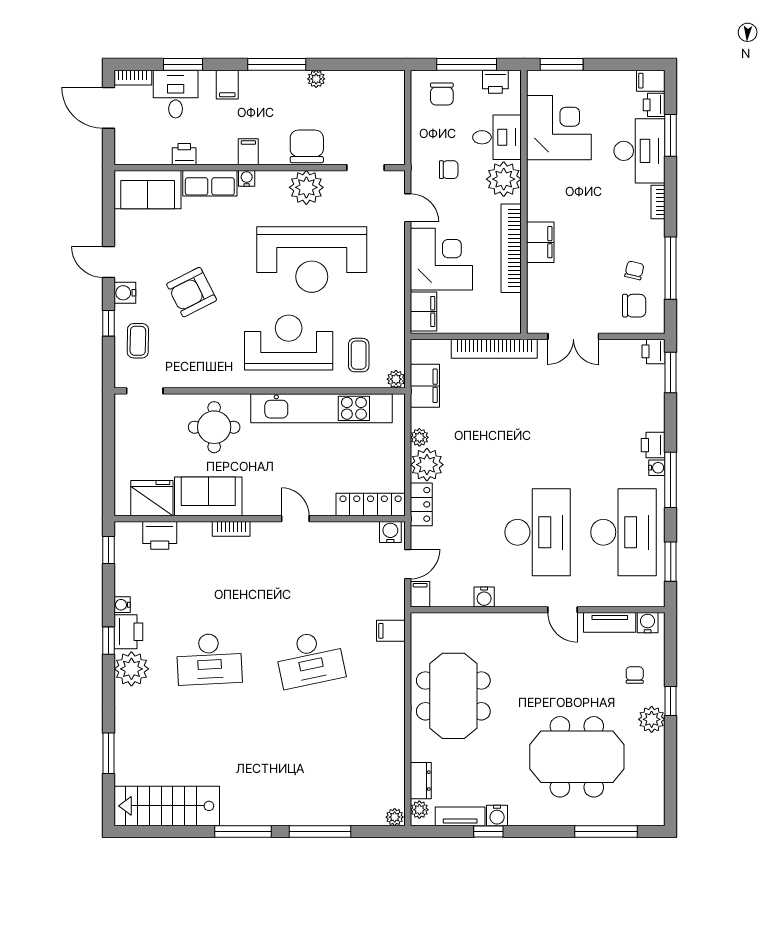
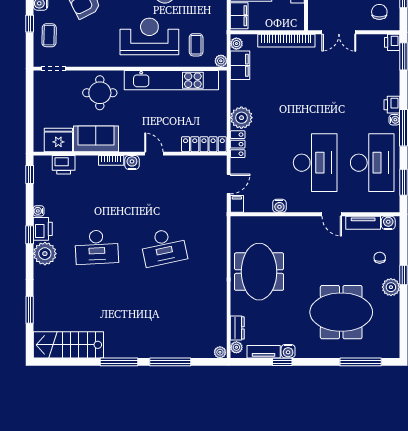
chair: (634, 306) -> (379, 12), turned -90
plant: (419, 437) -> (236, 44), moved
water cooler: (390, 532) -> (132, 163), moved
filing cabinet: (391, 631) -> (217, 228), removed

